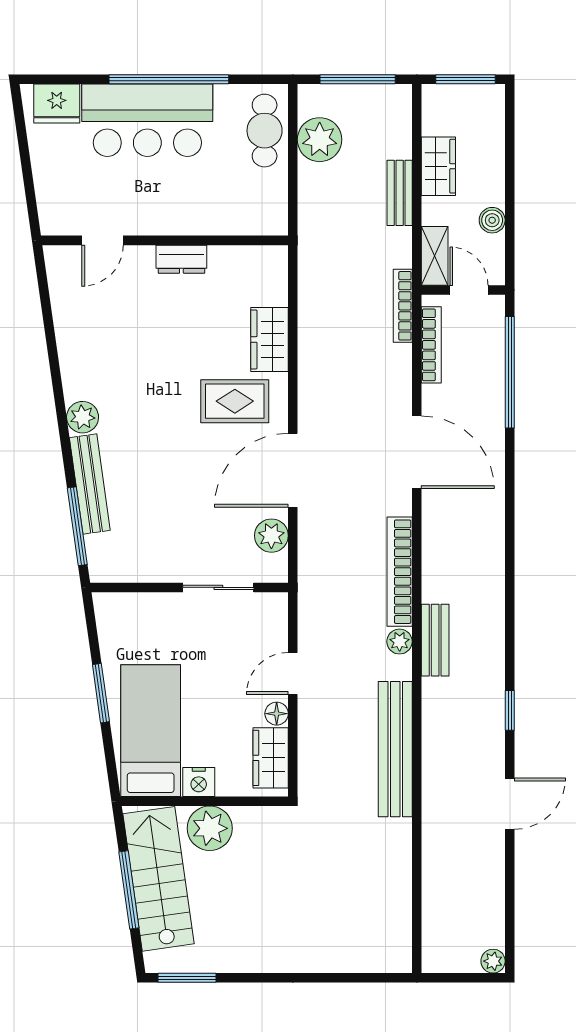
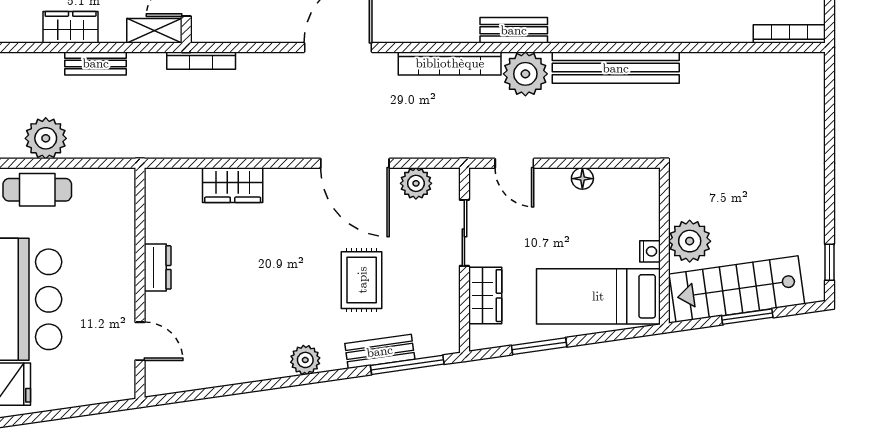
bookcase: (431, 345) -> (789, 34), moved
rug: (235, 401) -> (362, 280), moved
bench: (90, 484) -> (380, 351), width x0.73
plant: (400, 642) -> (525, 74), width x1.88, depth x1.88
door: (293, 674) -> (514, 163), moved
window: (101, 693) -> (539, 346), moved
wardrobe: (271, 758) -> (485, 296), moved, turned -90
nightstand: (199, 782) -> (650, 251), width x0.72, depth x0.74
window: (129, 890) -> (747, 317), width x0.69
window: (187, 978) -> (829, 262), width x0.67

